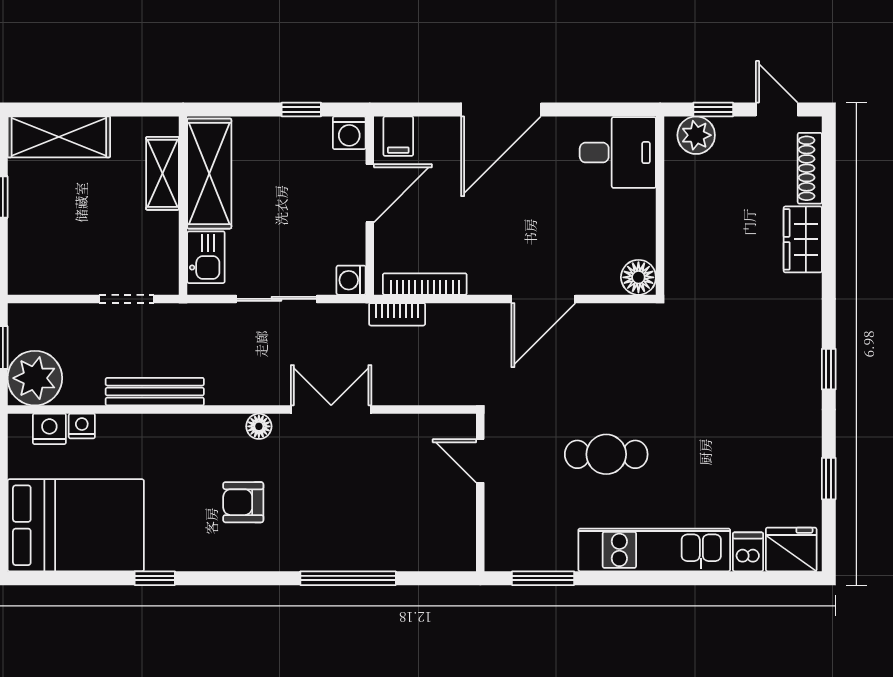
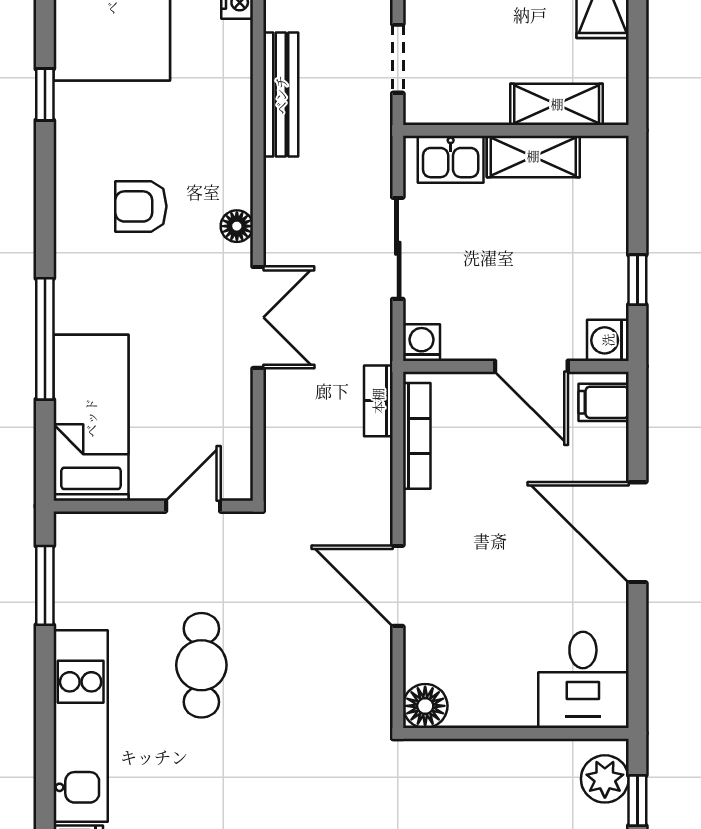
shelving: (209, 174) -> (533, 156), width x0.67, depth x0.75
armchair: (243, 502) -> (141, 206), turned -90
bed: (410, 542) -> (91, 418), added

